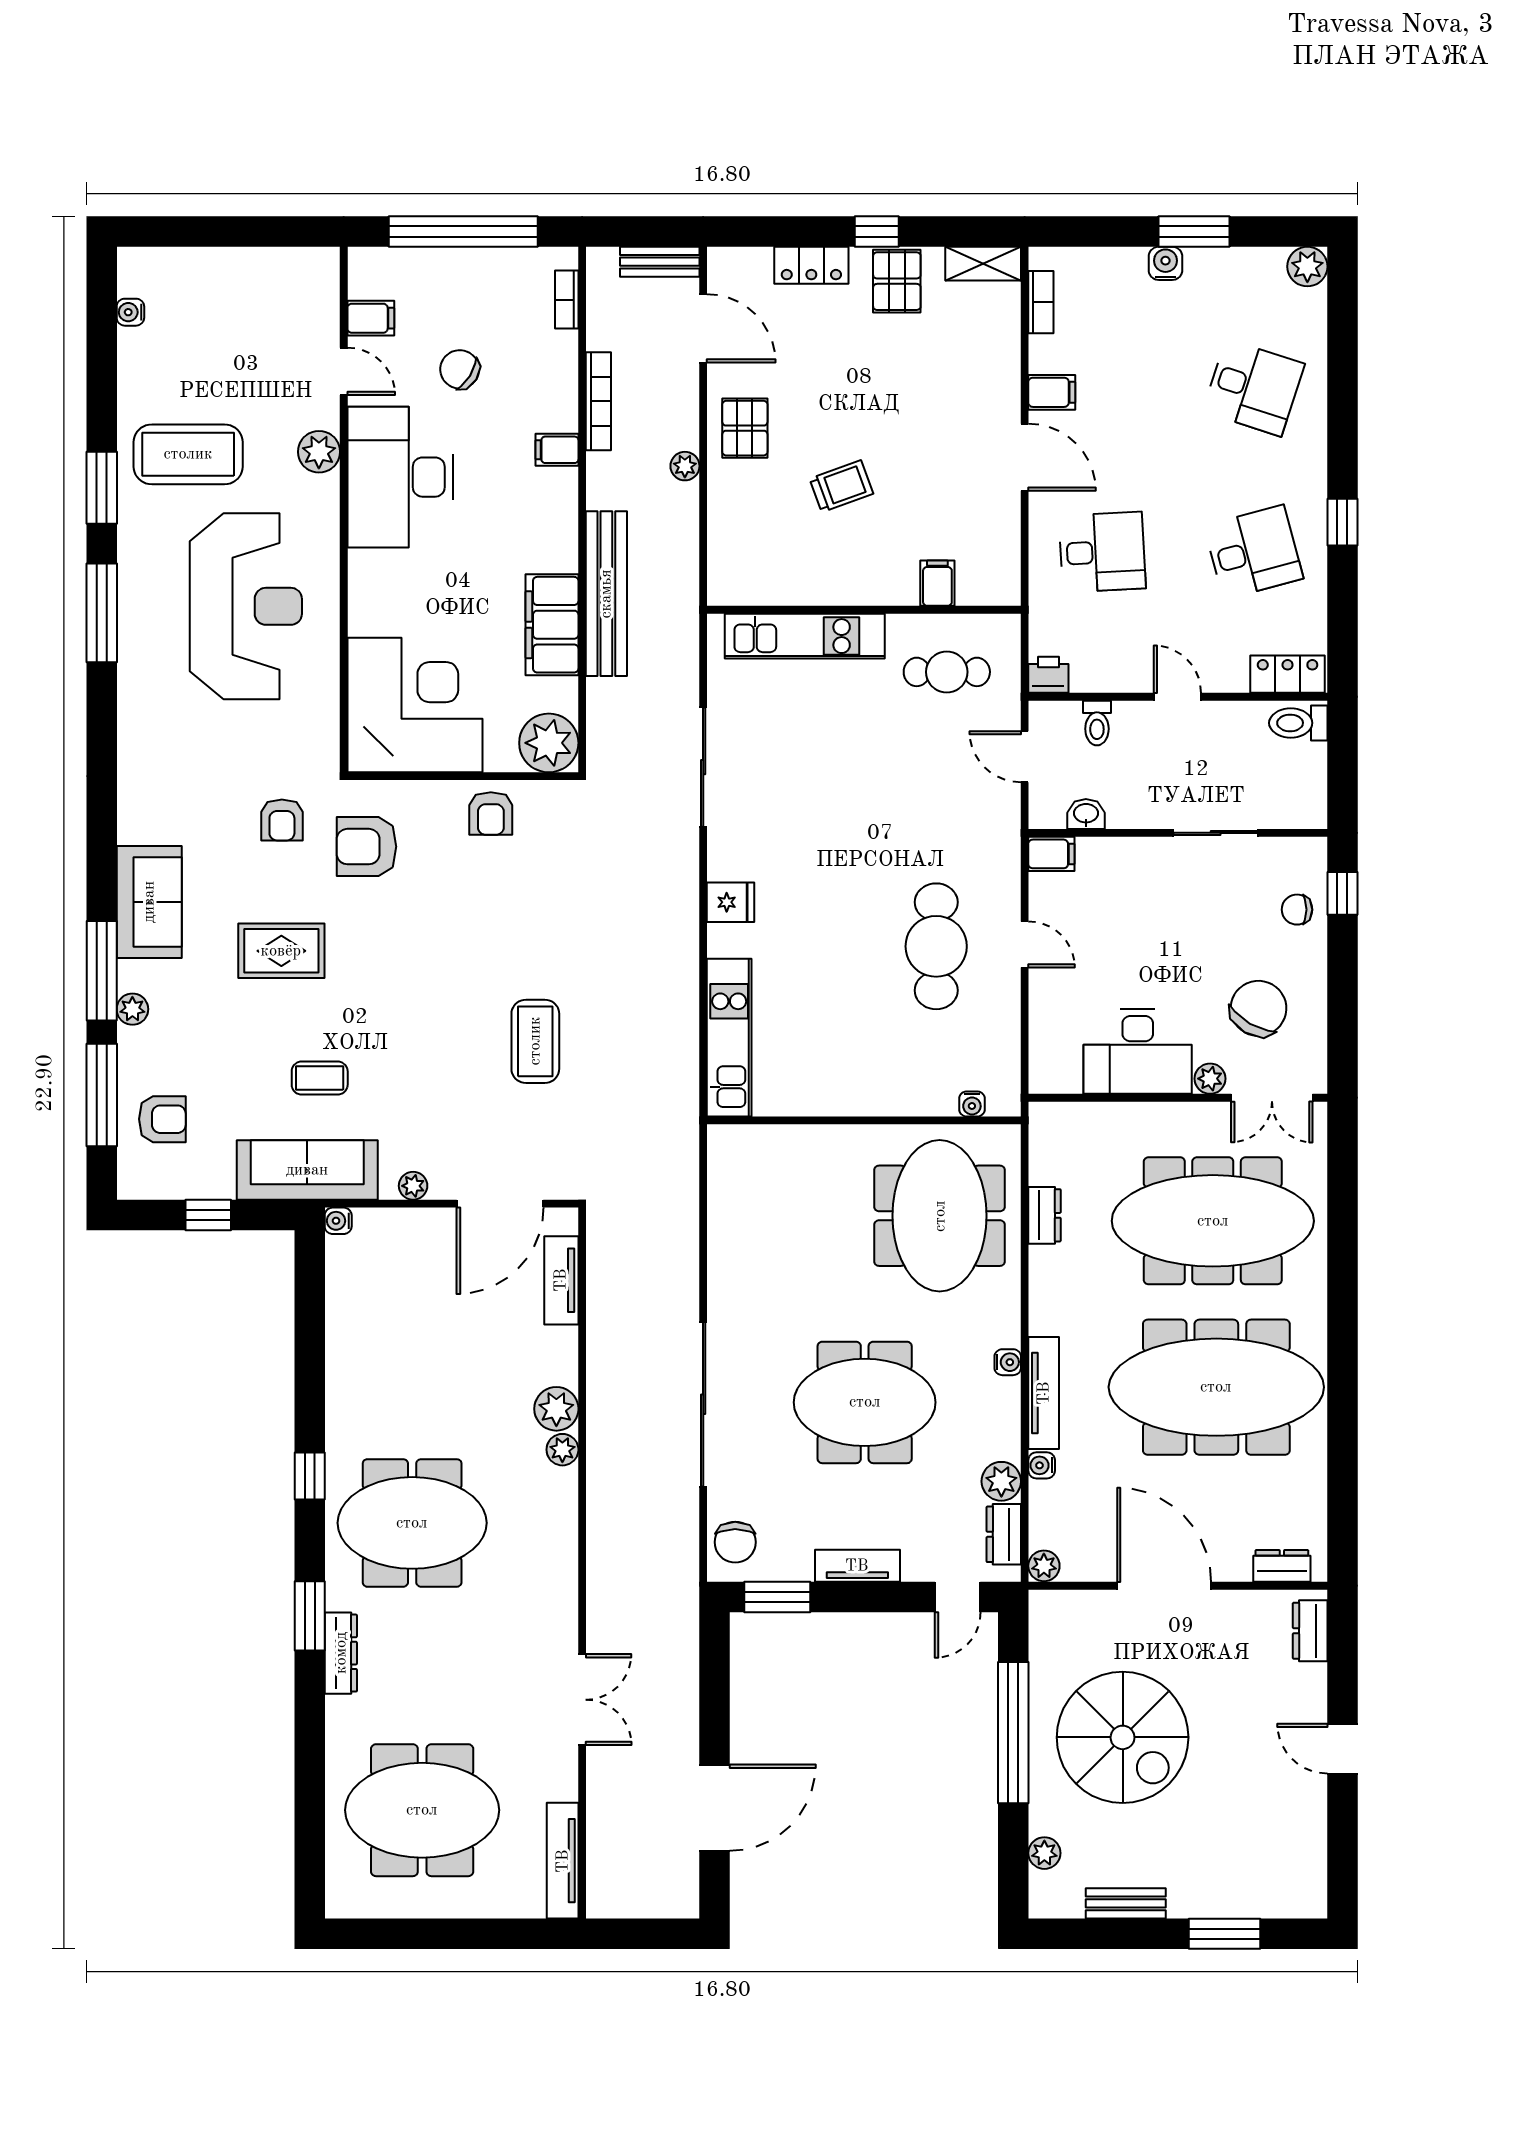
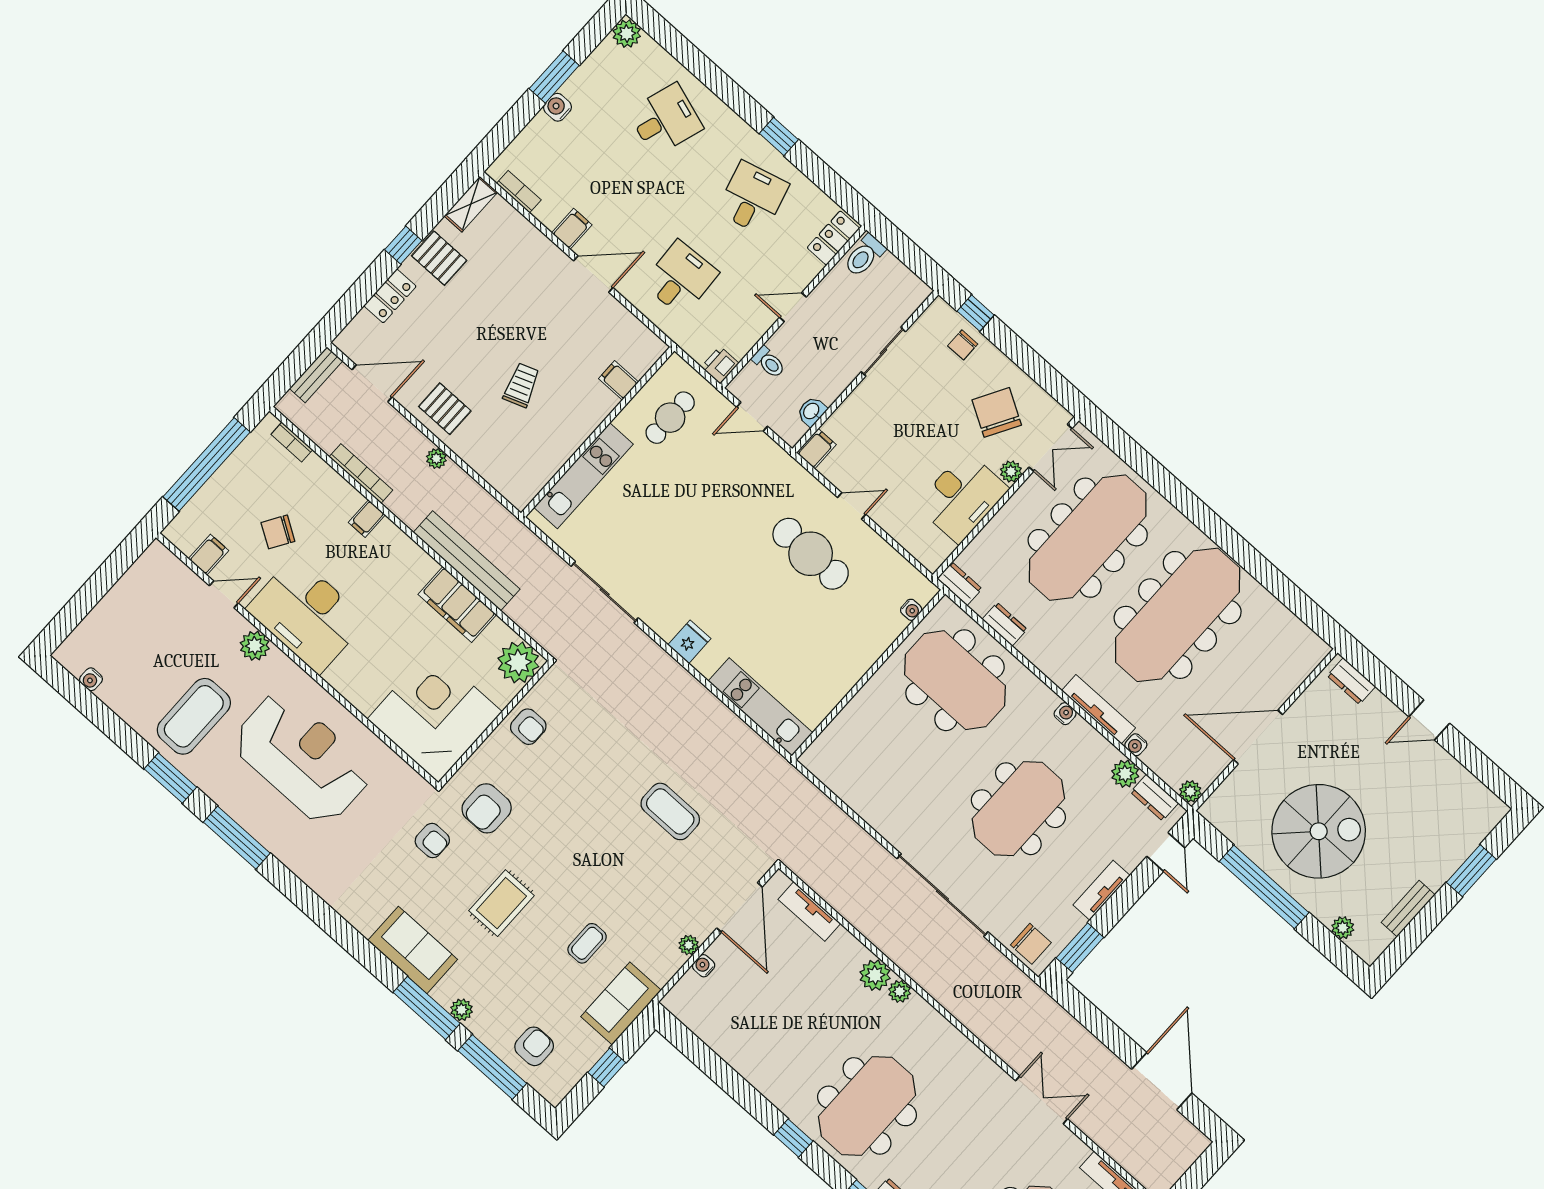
sofa: (307, 1170) -> (621, 1003), width x0.73
water cooler: (338, 1221) -> (704, 966), moved, turned 90
dresser: (1282, 1566) -> (960, 584), moved, turned 90

